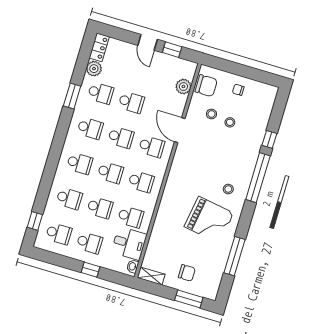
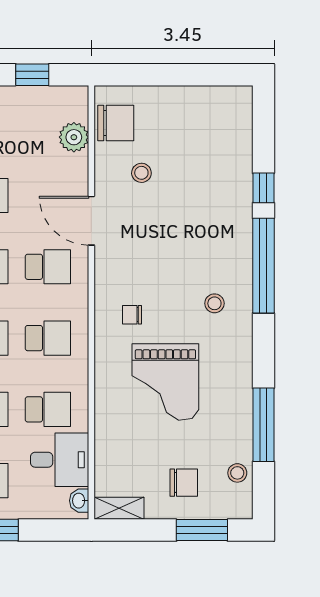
chair: (238, 90) -> (132, 315), moved
stool: (230, 122) -> (237, 473), moved
grand piano: (209, 220) -> (165, 382), moved, turned 81

